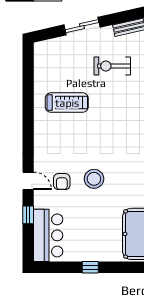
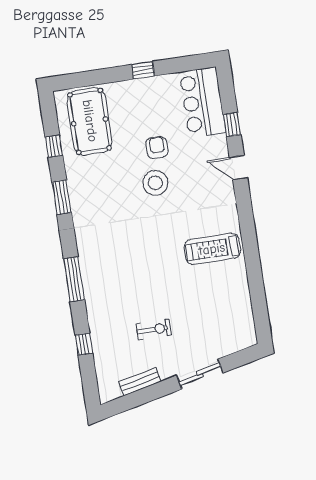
exercise bike: (112, 66) -> (154, 329), width x0.73, depth x0.72
treadmill: (67, 103) -> (212, 249), moved
armchair: (62, 182) -> (157, 148), moved

